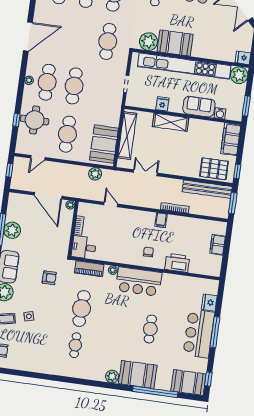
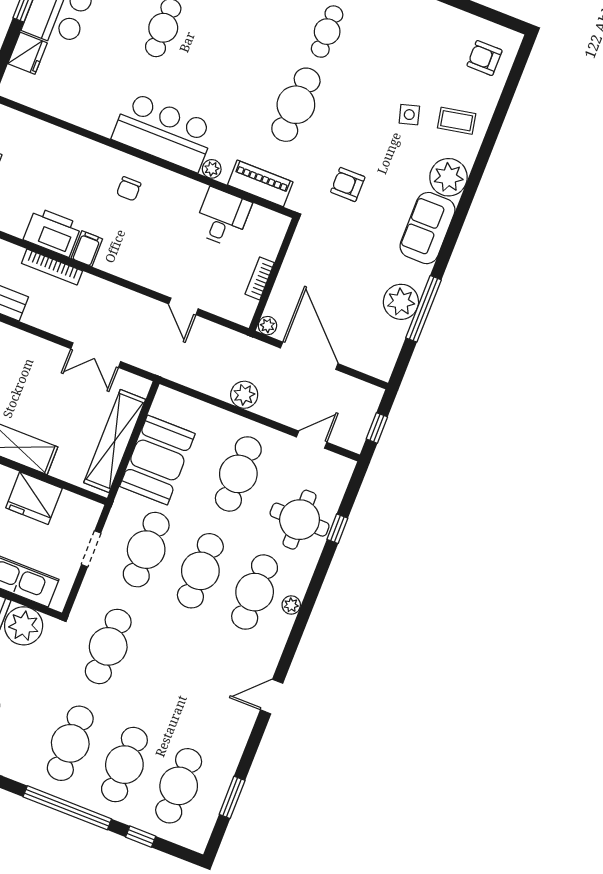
door: (28, 37) -> (272, 697), width x0.53
cafe table: (101, 90) -> (146, 550), added
fridge: (162, 104) -> (34, 498), width x1.88, depth x1.34
booth: (104, 144) -> (157, 460), moved
plant: (95, 174) -> (244, 395), moved
desk: (84, 247) -> (222, 217), moved, turned -90
printer: (177, 263) -> (53, 232), moved, turned 180

